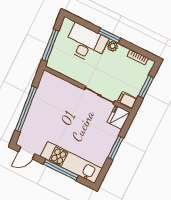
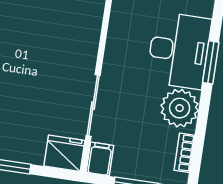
window: (109, 36) -> (211, 62), moved
plant: (113, 46) -> (180, 108), width x1.87, depth x1.87

